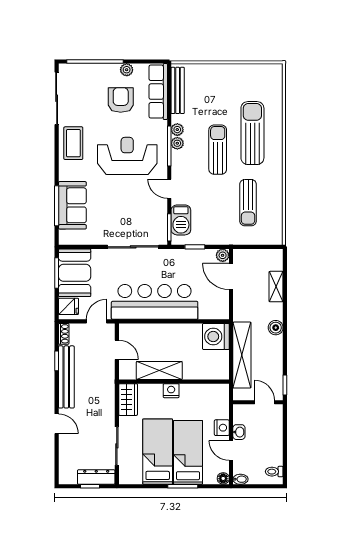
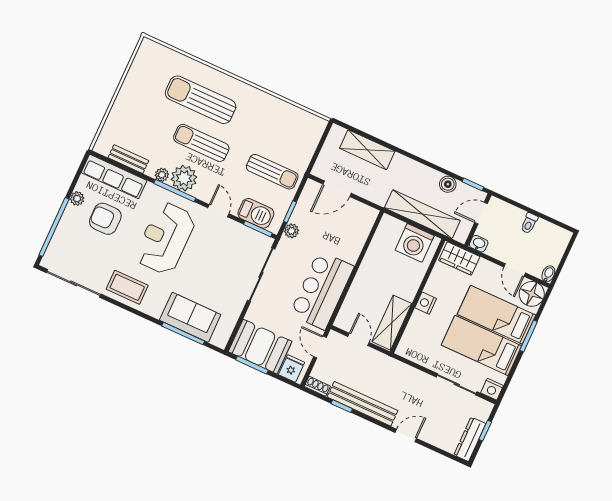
bench: (178, 90) -> (128, 159), width x0.73
plant: (177, 143) -> (184, 178), width x1.87, depth x1.87
door: (169, 189) -> (218, 211), swing flipped
sun lounger: (248, 203) -> (272, 172), moved
plant: (223, 255) -> (292, 231), moved
shelving: (276, 287) -> (367, 150), width x1.50, depth x1.33
bar counter: (155, 302) -> (322, 290), width x0.73
boiler: (276, 328) -> (448, 184), moved
washing machine: (216, 337) -> (415, 243), moved
door: (117, 350) -> (359, 339), hinge flipped
shelving: (159, 371) -> (392, 323), moved
wardrobe: (128, 400) -> (459, 258), moved, turned 180
nightstand: (222, 428) -> (492, 389), moved, turned 180
washbasin: (239, 432) -> (479, 244), moved
door: (231, 451) -> (515, 270), hinge flipped
toilet: (274, 472) -> (529, 223), moved
dresser: (96, 477) -> (470, 439), moved
floor lamp: (223, 478) -> (532, 294), width x1.89, depth x1.89

